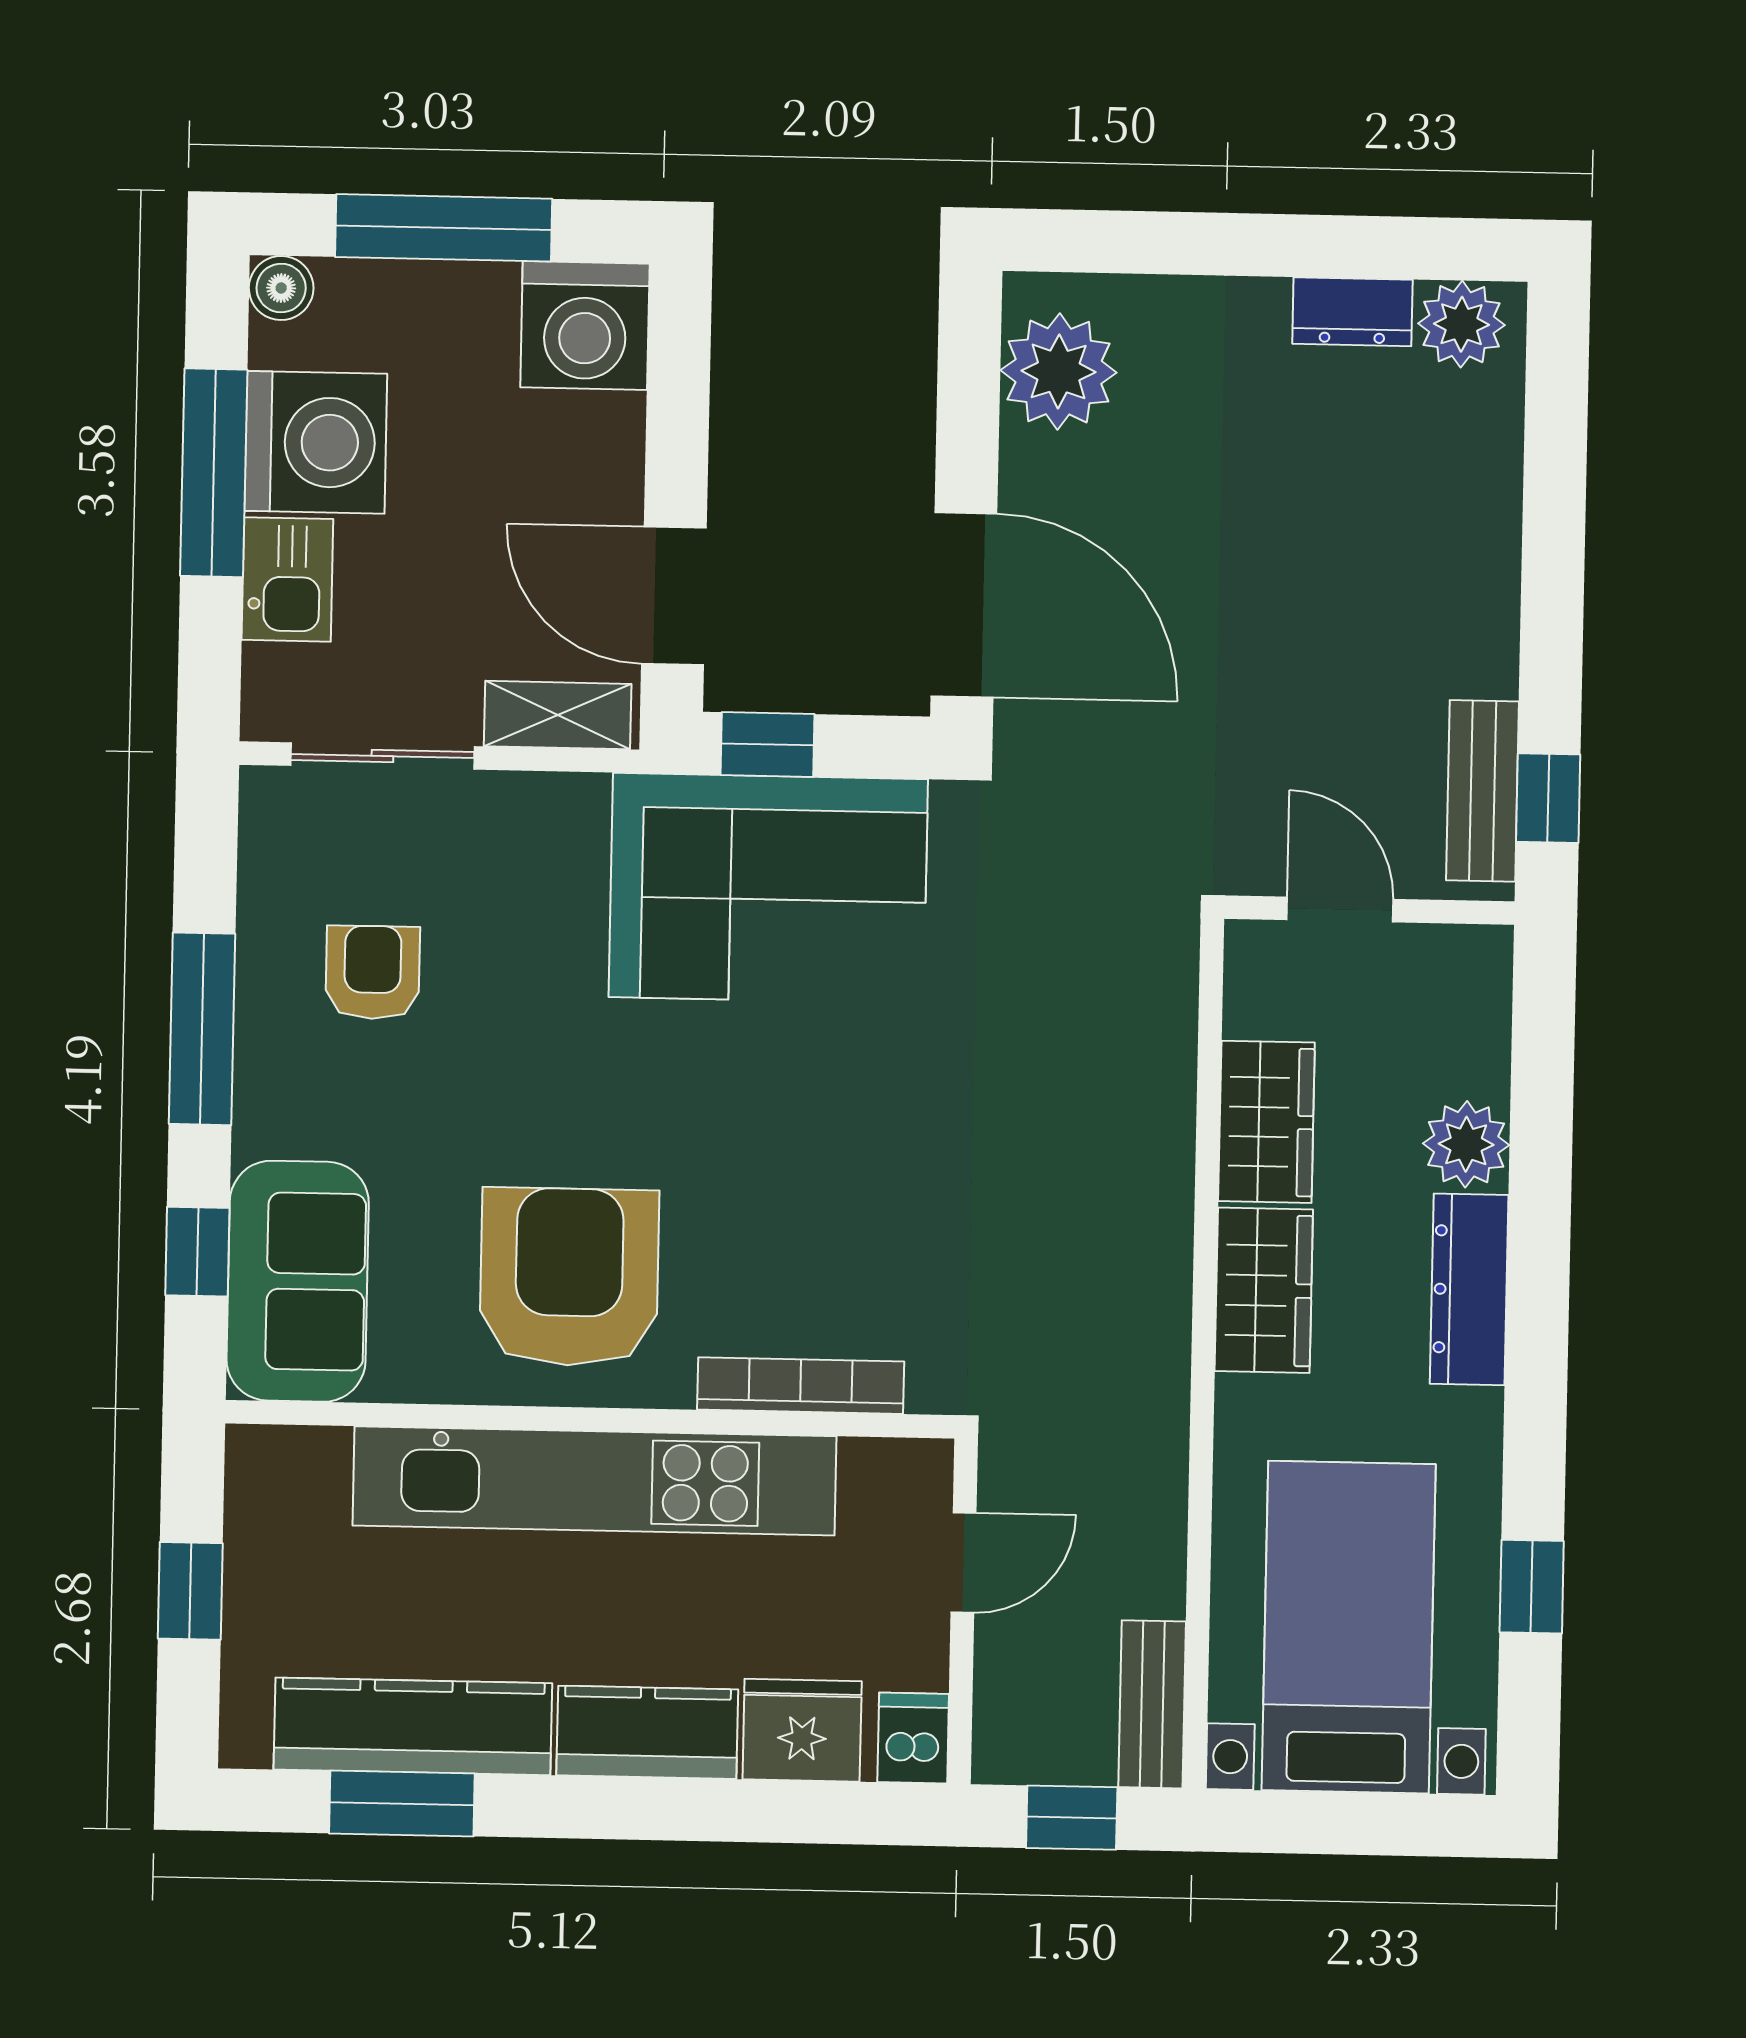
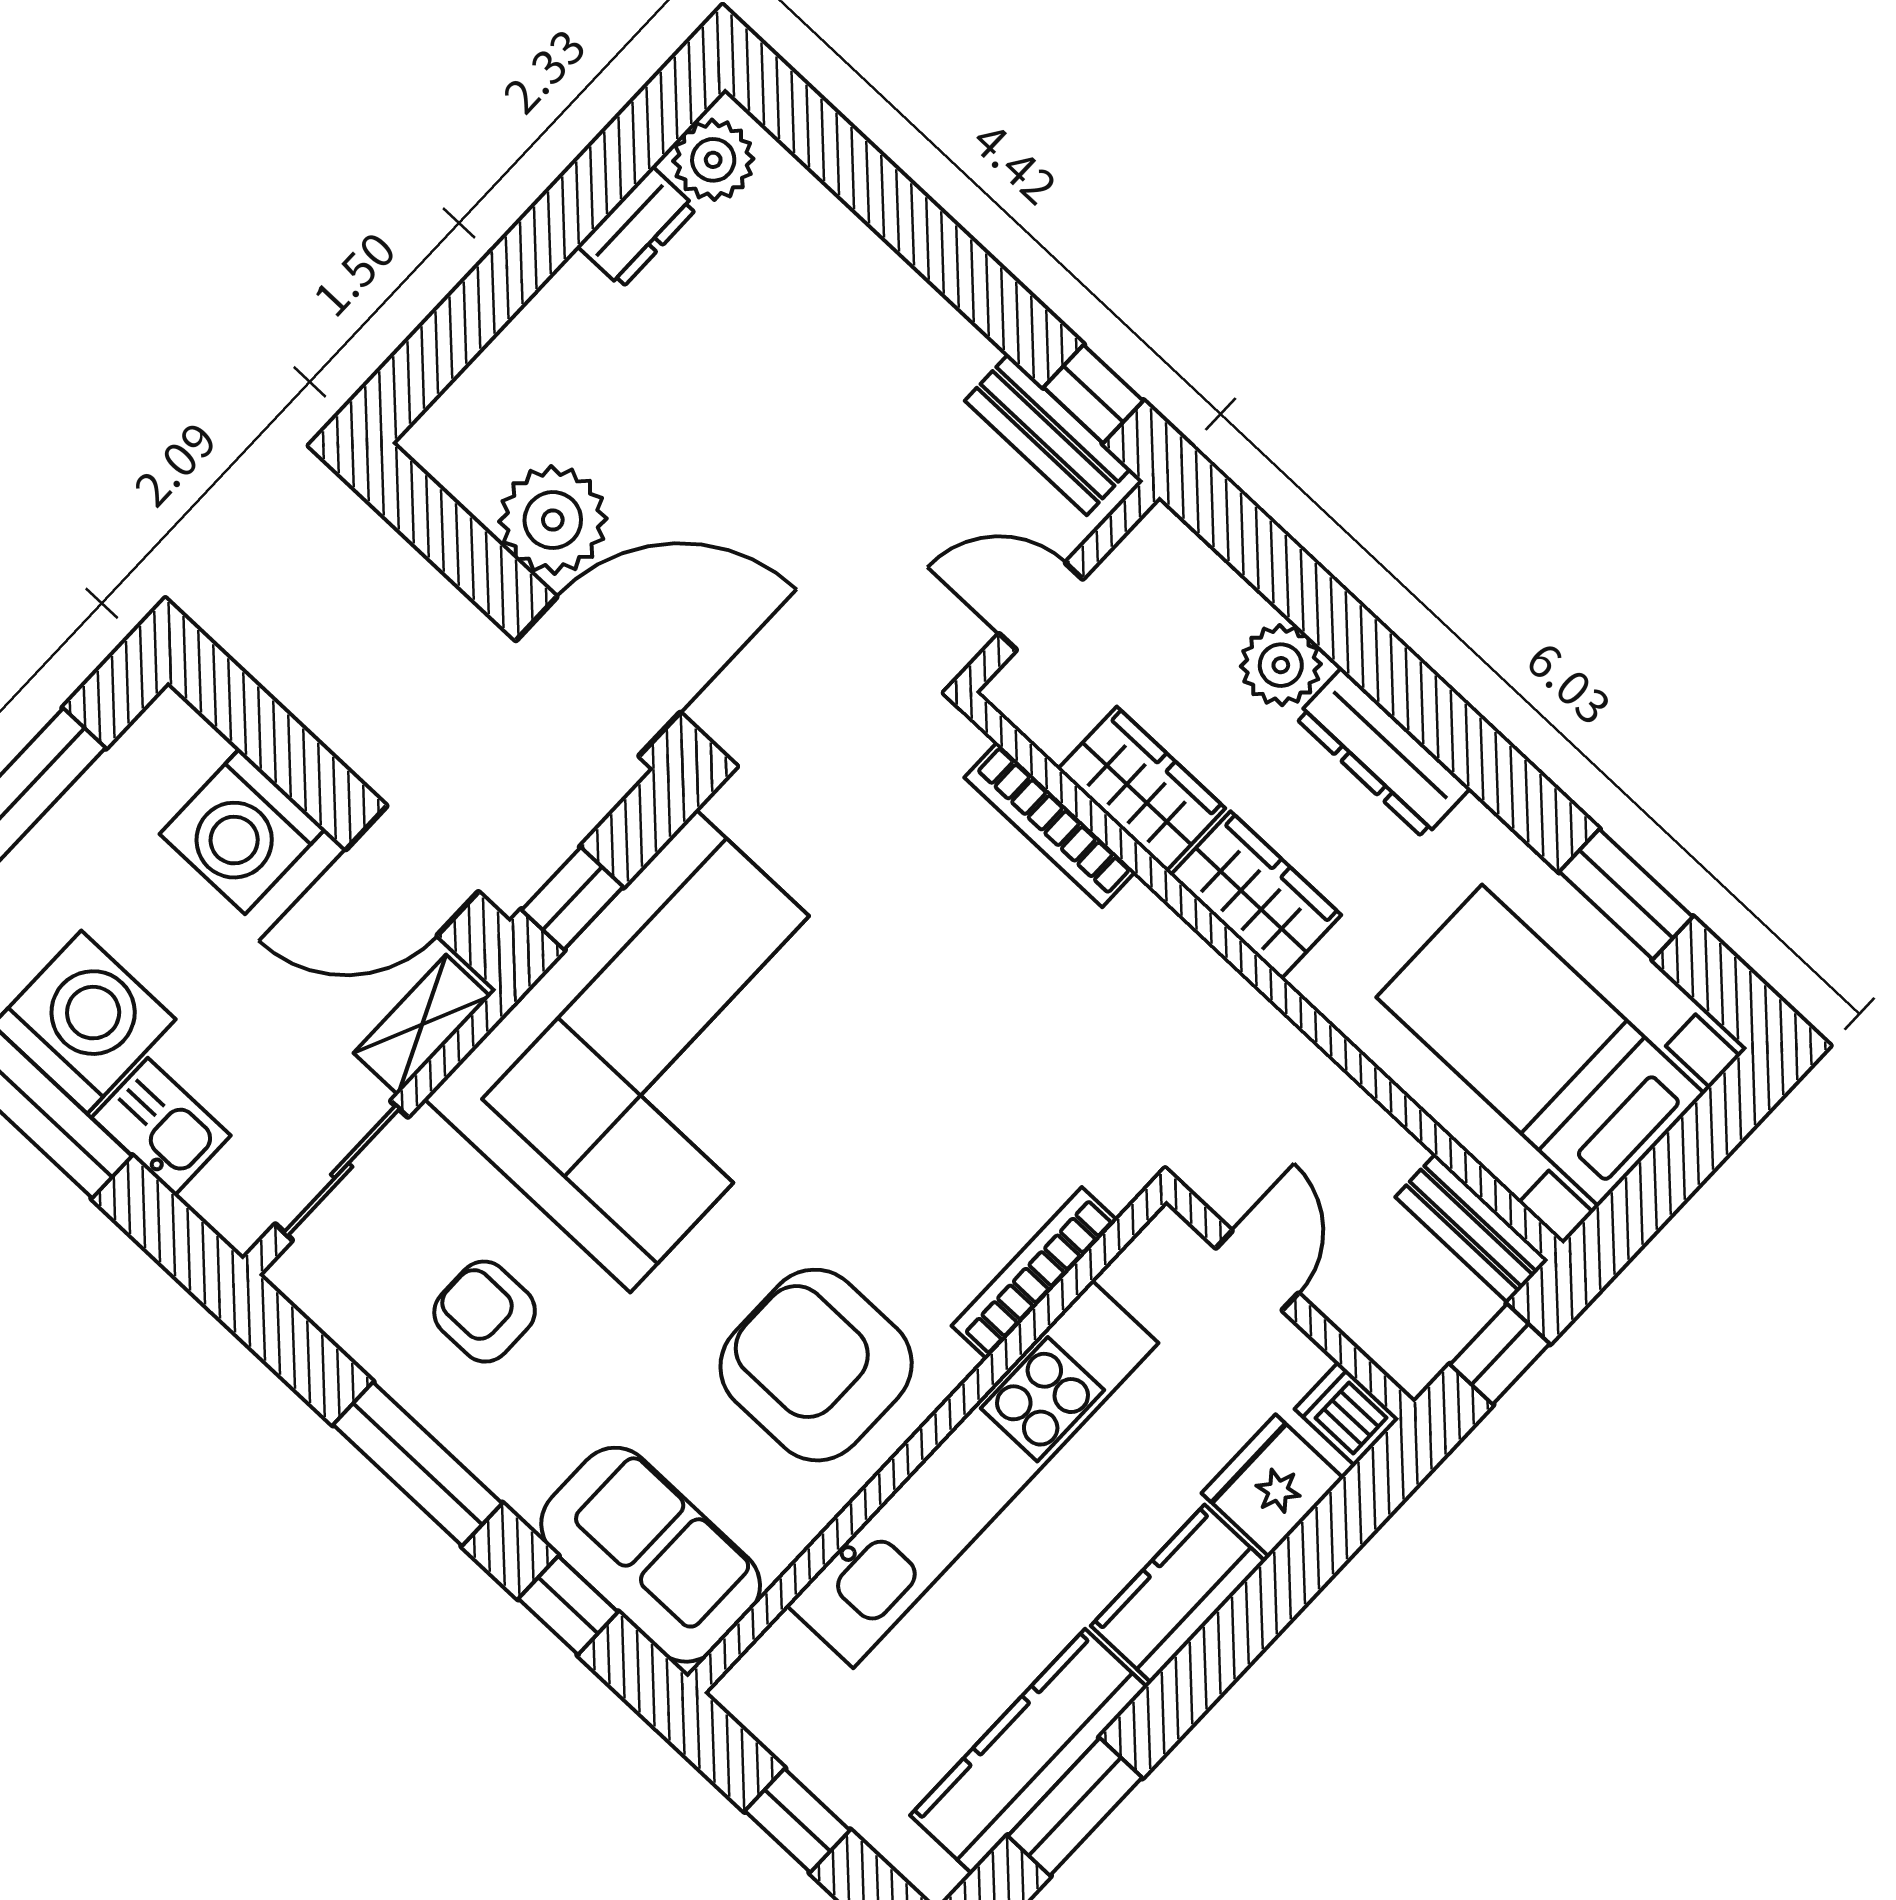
washing machine: (585, 326) -> (242, 831), moved, turned 90
plant: (1059, 371) -> (553, 520), moved
corner sofa: (768, 888) -> (663, 1051), width x1.36, depth x1.36
bookcase: (1171, 1074) -> (1050, 825), added
window: (1532, 1587) -> (1626, 894), width x1.50

